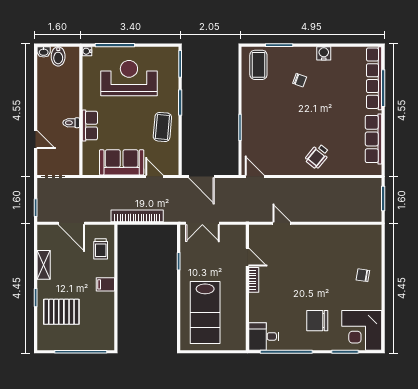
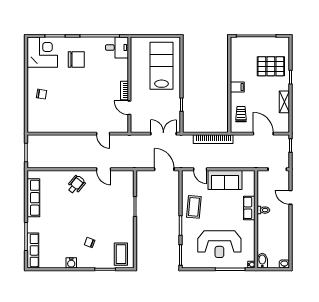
bidet: (58, 56) -> (262, 261), moved
row of seats: (374, 78) -> (33, 250), width x0.73
door: (255, 177) -> (104, 169), moved

